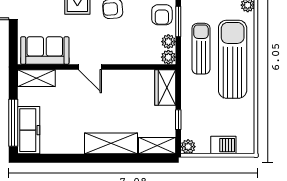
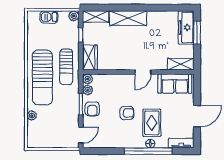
armchair: (162, 15) -> (92, 109), turned 180
sun lounger: (201, 49) -> (66, 67), moved
door: (90, 67) -> (143, 72), swing flipped
window: (13, 123) -> (197, 33), width x0.69

